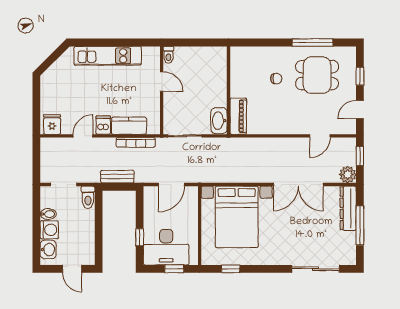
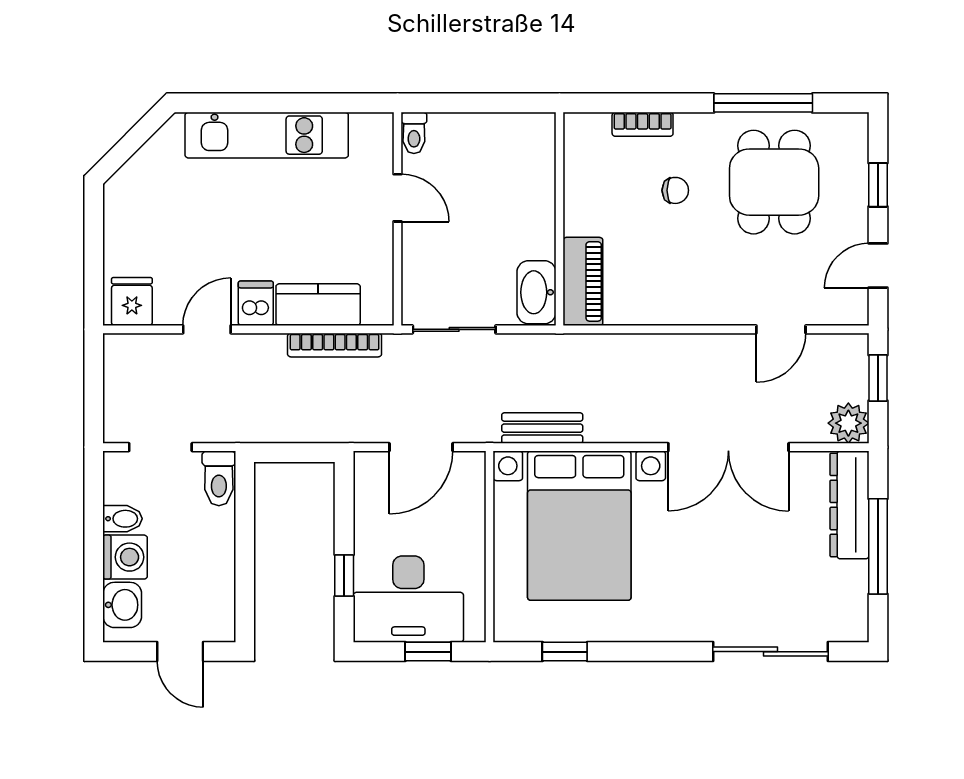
bookcase: (263, 51) -> (643, 124), added
dining table: (317, 75) -> (774, 182), turned 90
bench: (117, 177) -> (542, 428), moved

